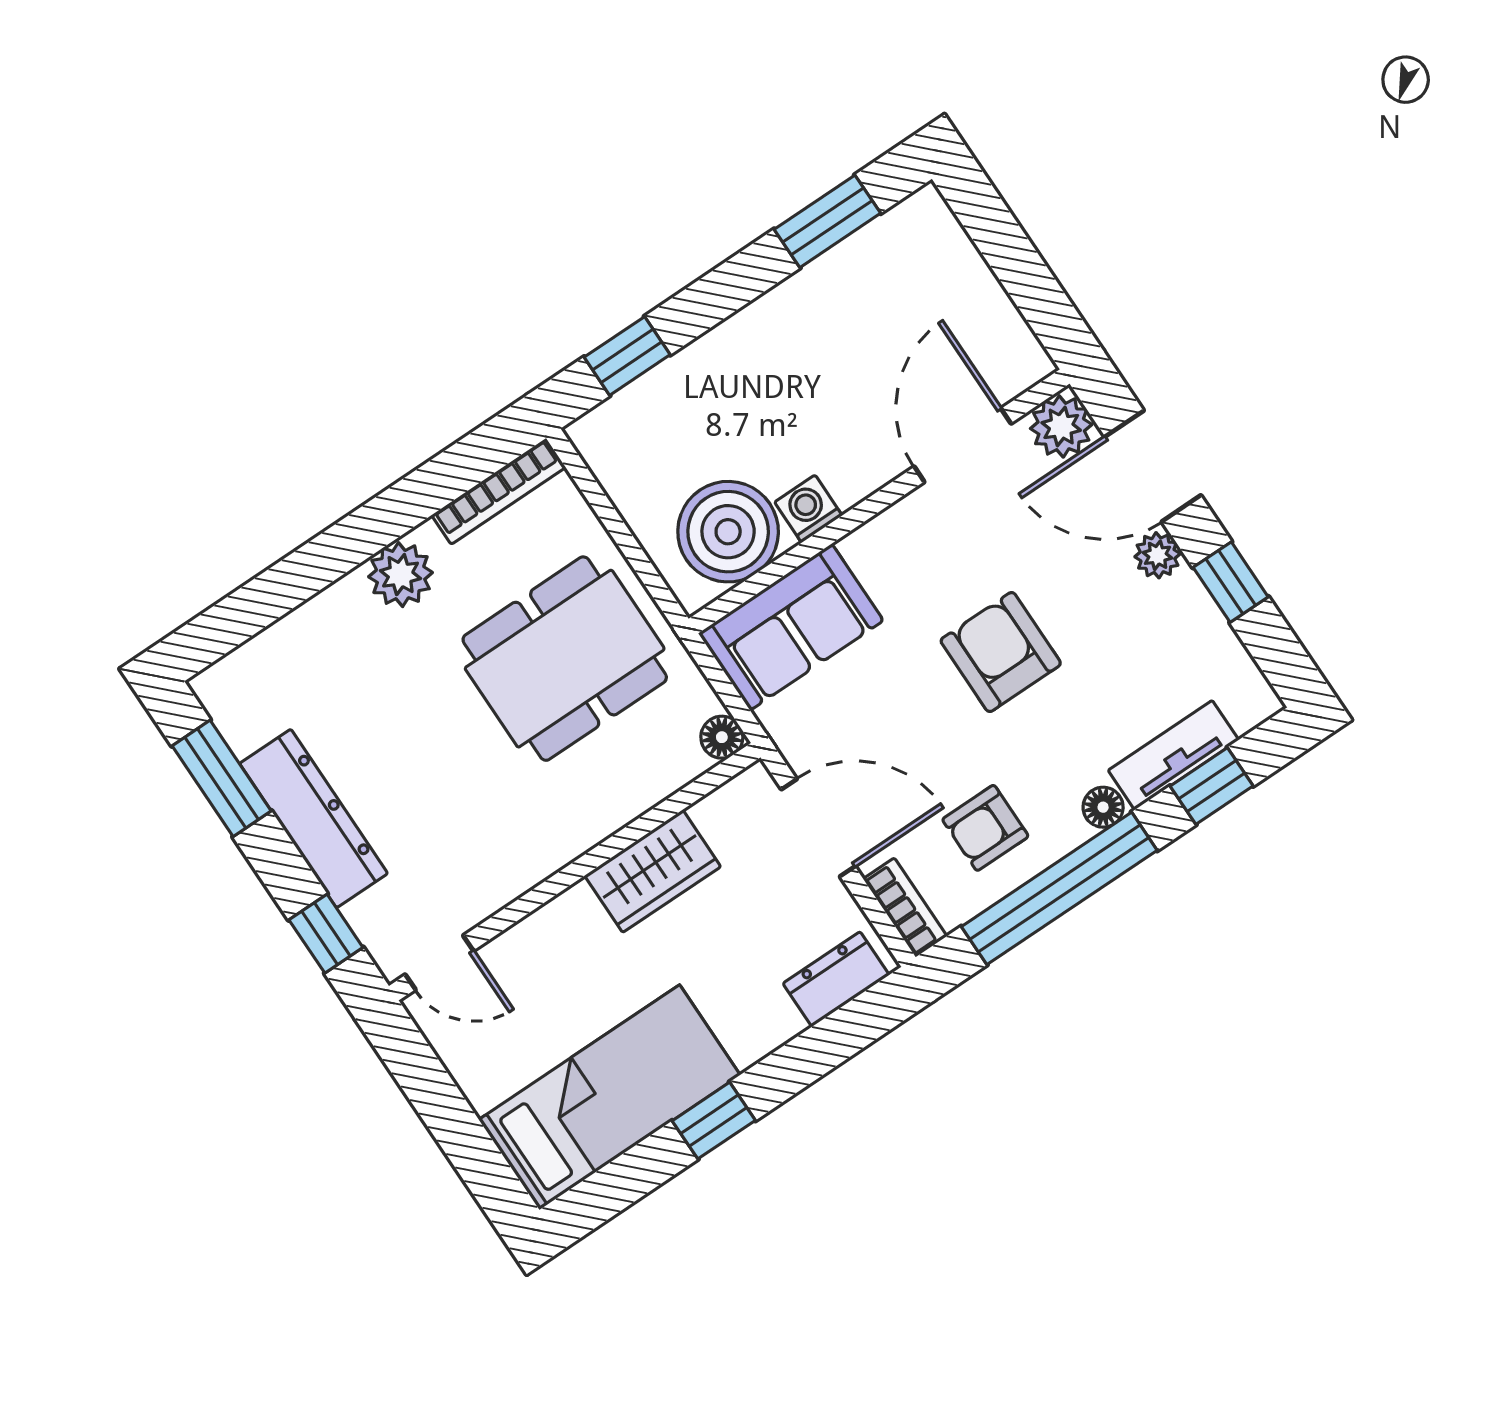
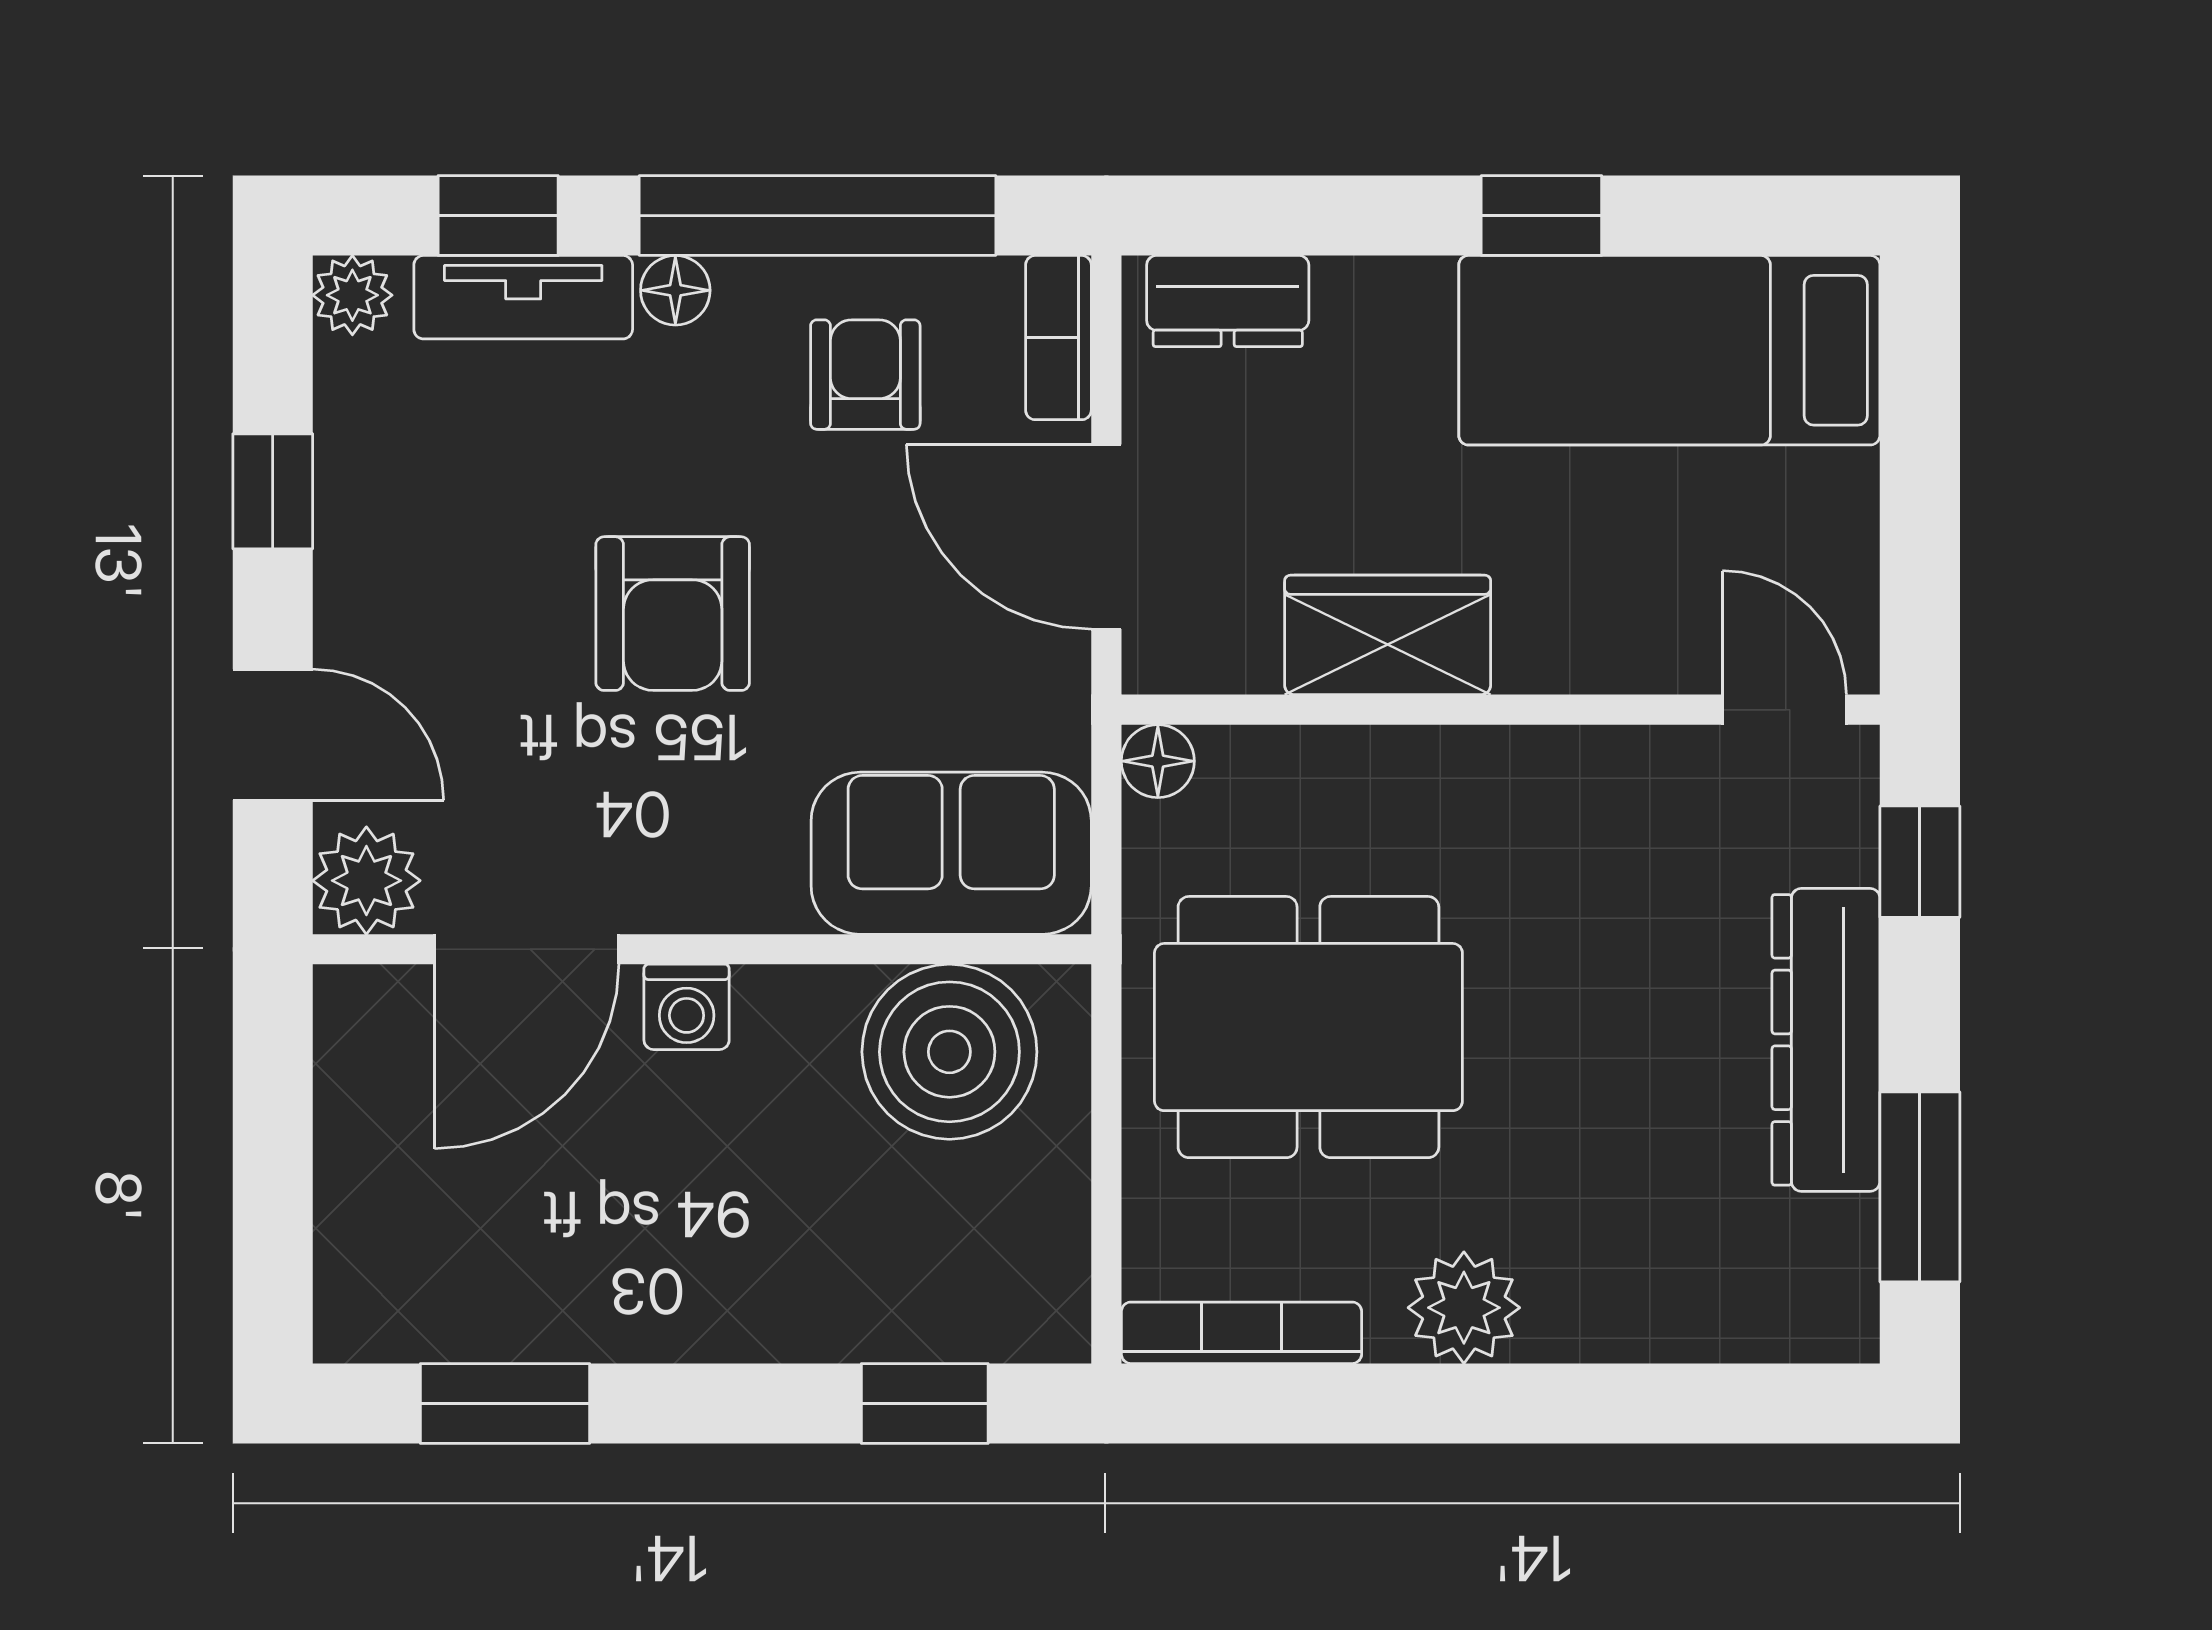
door: (1153, 466) -> (273, 735), width x0.73
washing machine: (808, 509) -> (687, 1007), moved
plant: (1157, 555) -> (352, 295), moved
armchair: (985, 828) -> (865, 375), turned -90

